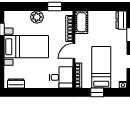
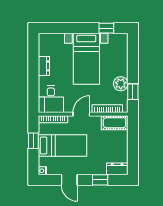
plant: (37, 17) -> (121, 84), moved
door: (74, 51) -> (81, 114), hinge flipped
dresser: (16, 83) -> (44, 66), moved

